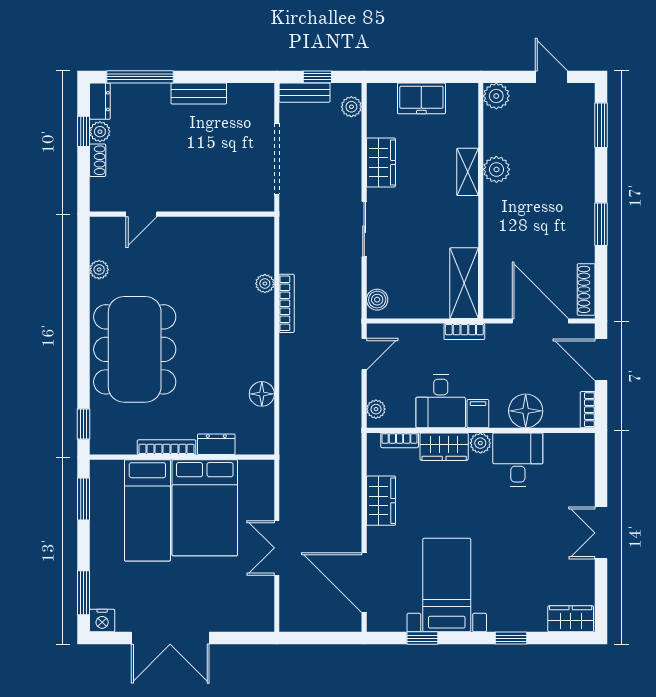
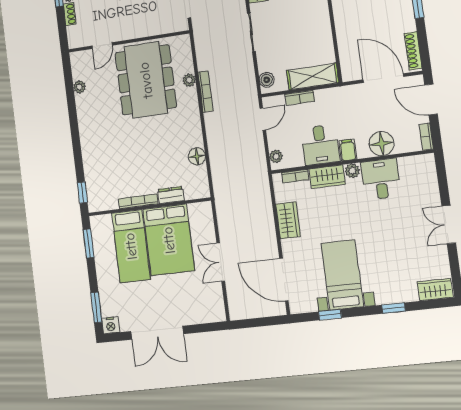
shelving: (464, 283) -> (313, 77), moved, turned 90
bookcase: (464, 332) -> (300, 98), moved
dining table: (135, 349) -> (146, 80), moved

